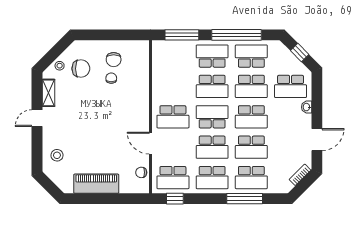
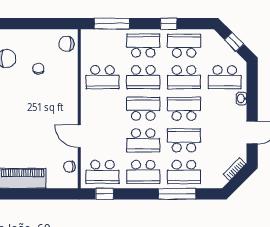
window: (237, 35) -> (169, 24), width x0.32
chair: (114, 60) -> (66, 44), moved, turned 90
school desk: (173, 117) -> (102, 77), moved
school desk: (251, 117) -> (184, 109), turned 180
school desk: (251, 147) -> (184, 140), turned 180

